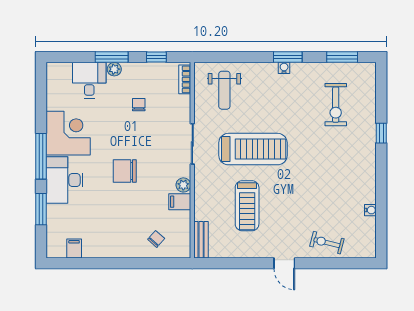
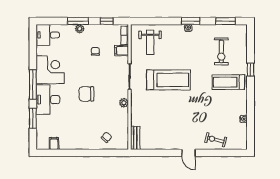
desk: (89, 80) -> (48, 35), moved, turned -90
filing cabinet: (180, 202) -> (122, 51), moved
treadmill: (247, 206) -> (228, 82), moved, turned 90

